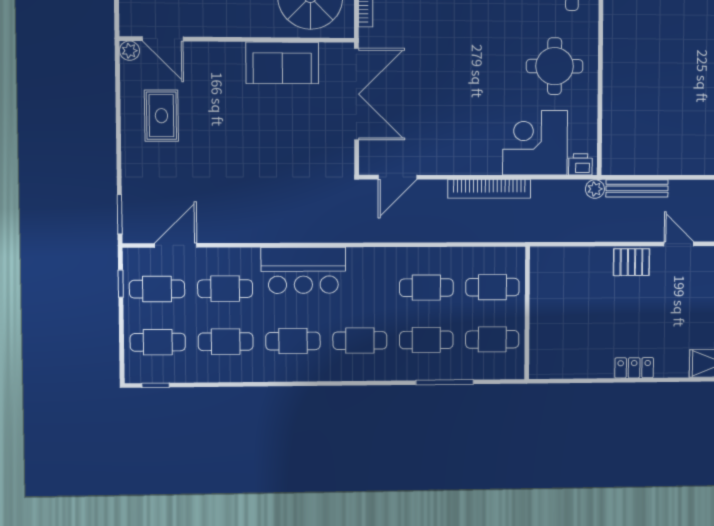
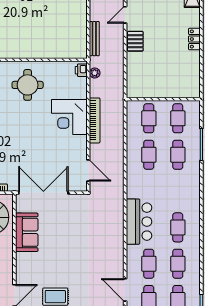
corner desk: (535, 143) -> (69, 117), moved
plant: (595, 189) -> (95, 73), moved
cafe table: (360, 341) -> (178, 191), removed

